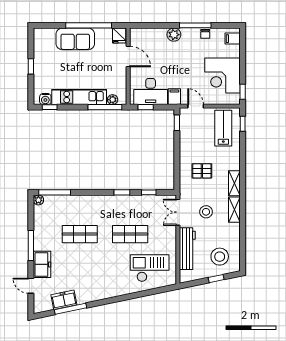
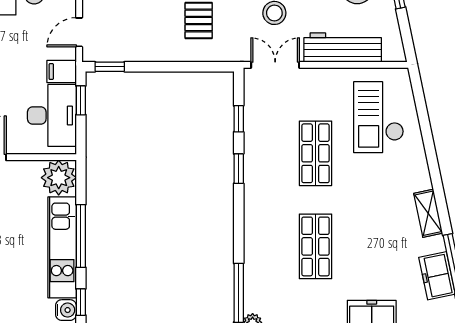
plant: (113, 100) -> (59, 178), width x1.87, depth x1.87
window: (105, 107) -> (81, 236), moved
window: (146, 107) -> (81, 100), moved
double door: (178, 212) -> (275, 65), swing flipped
shelving: (98, 295) -> (428, 213), added

